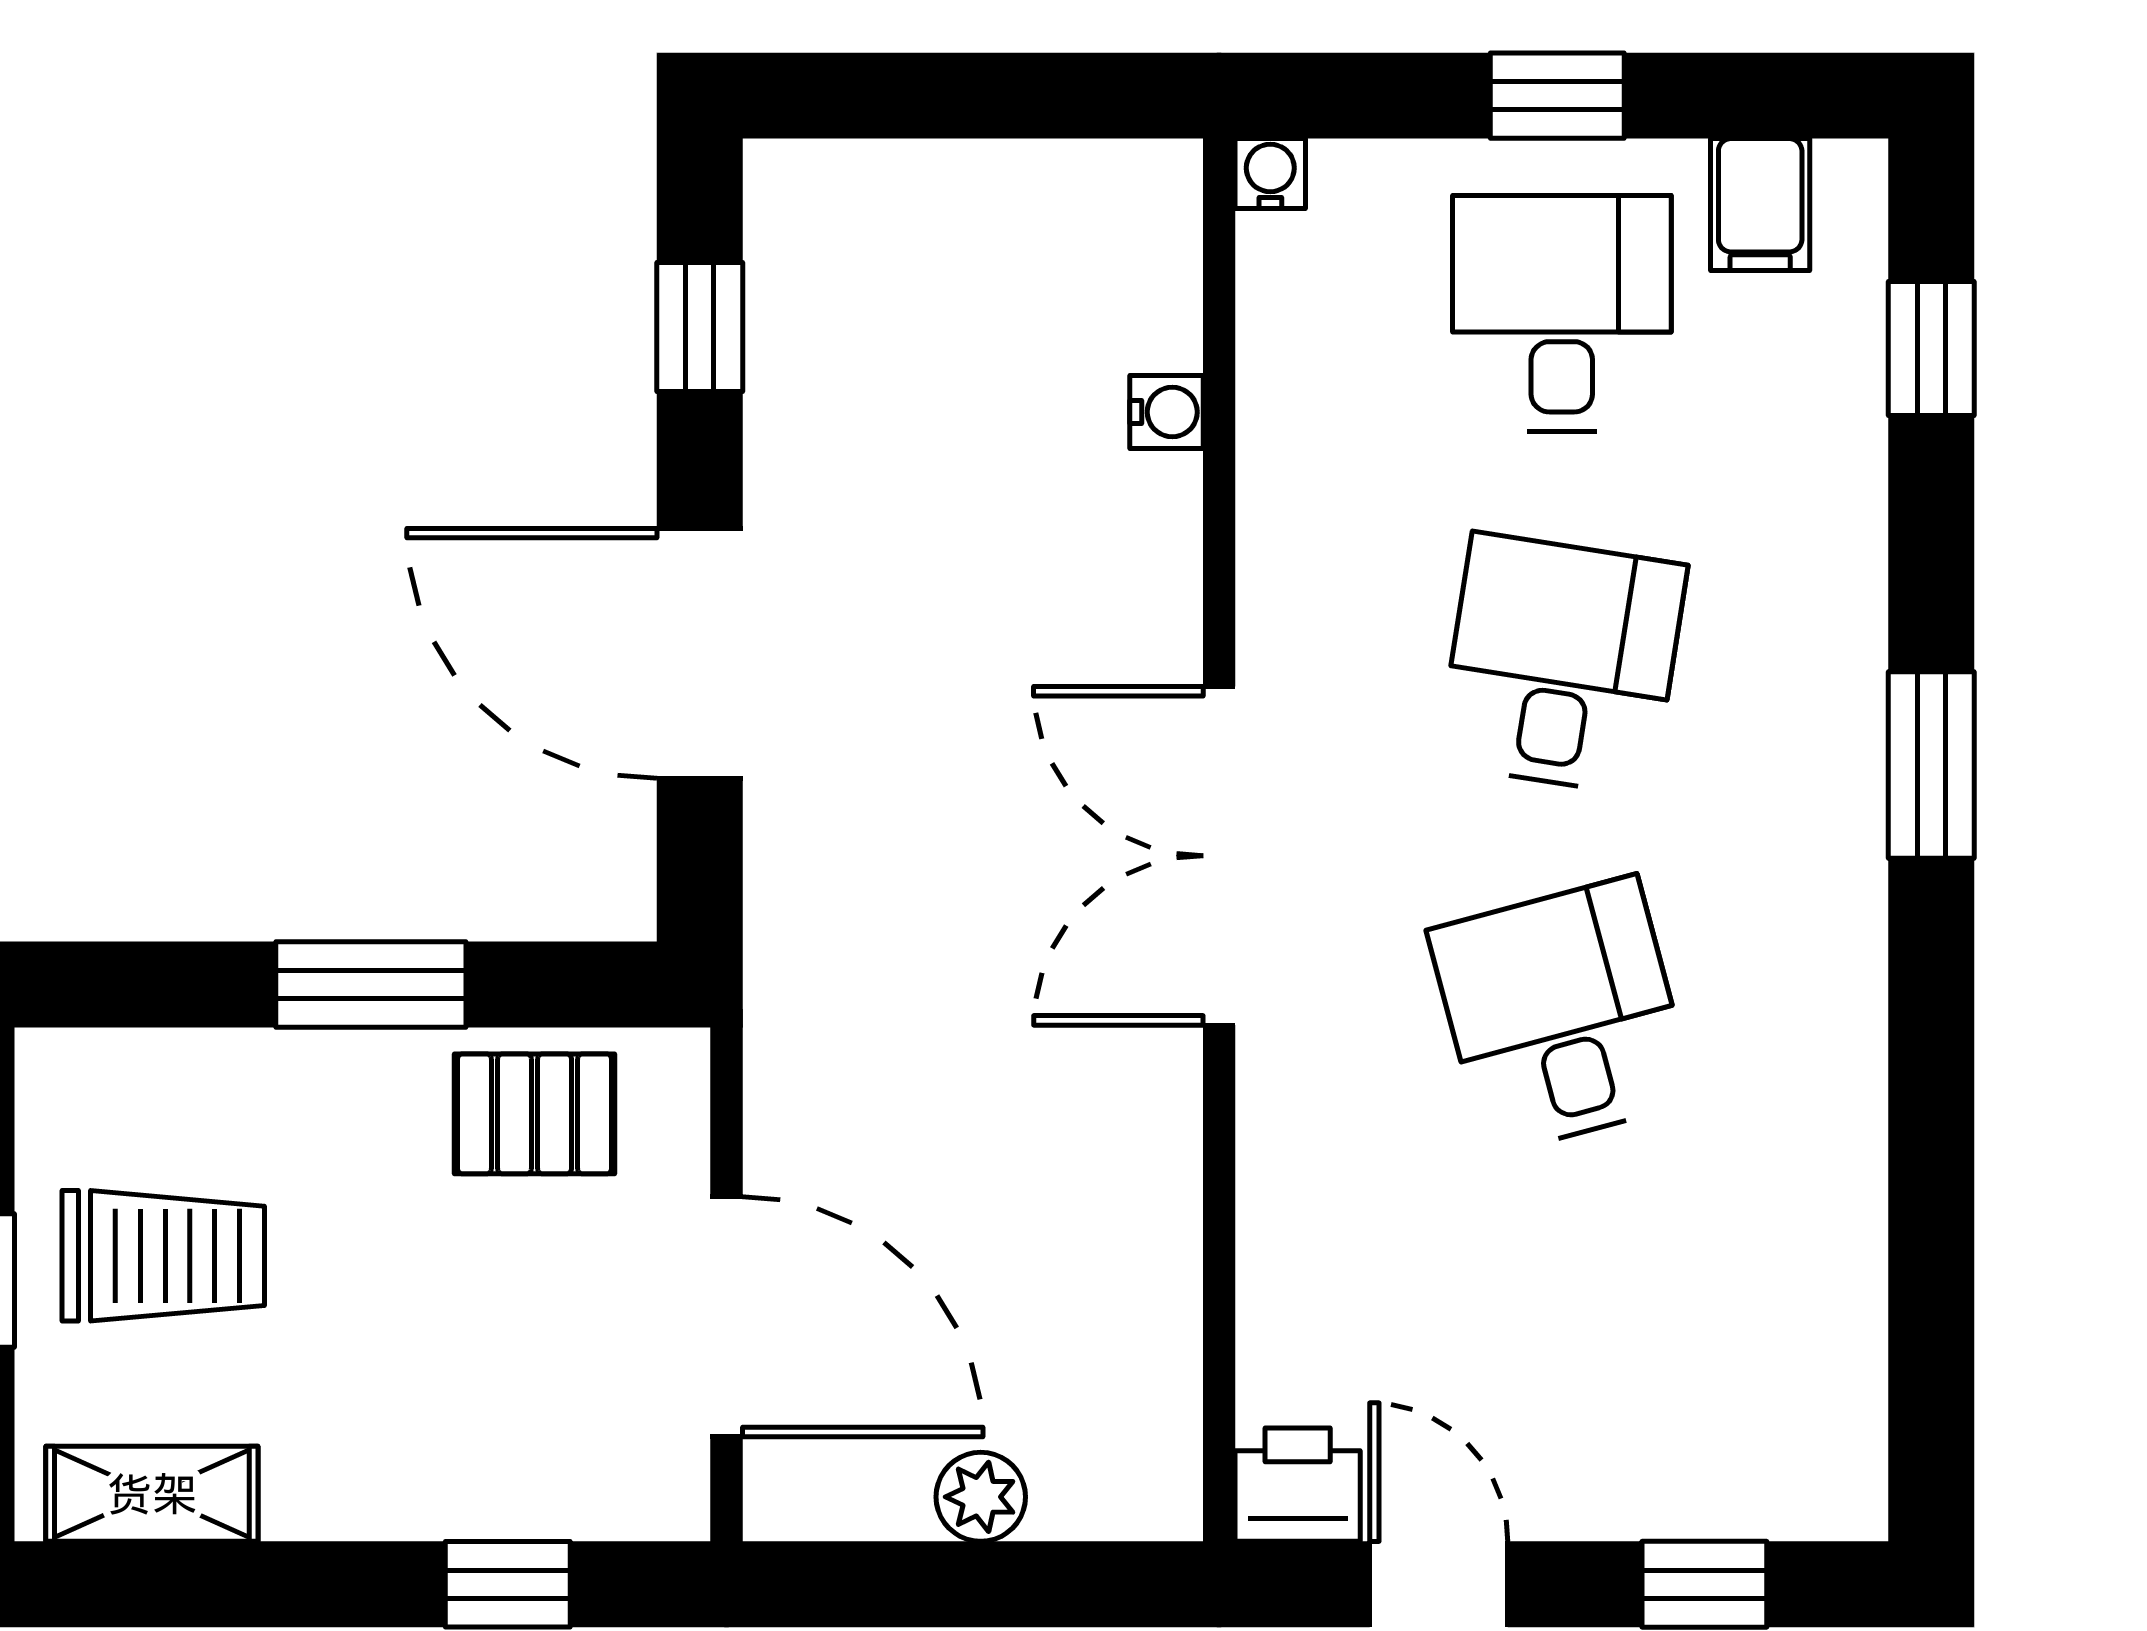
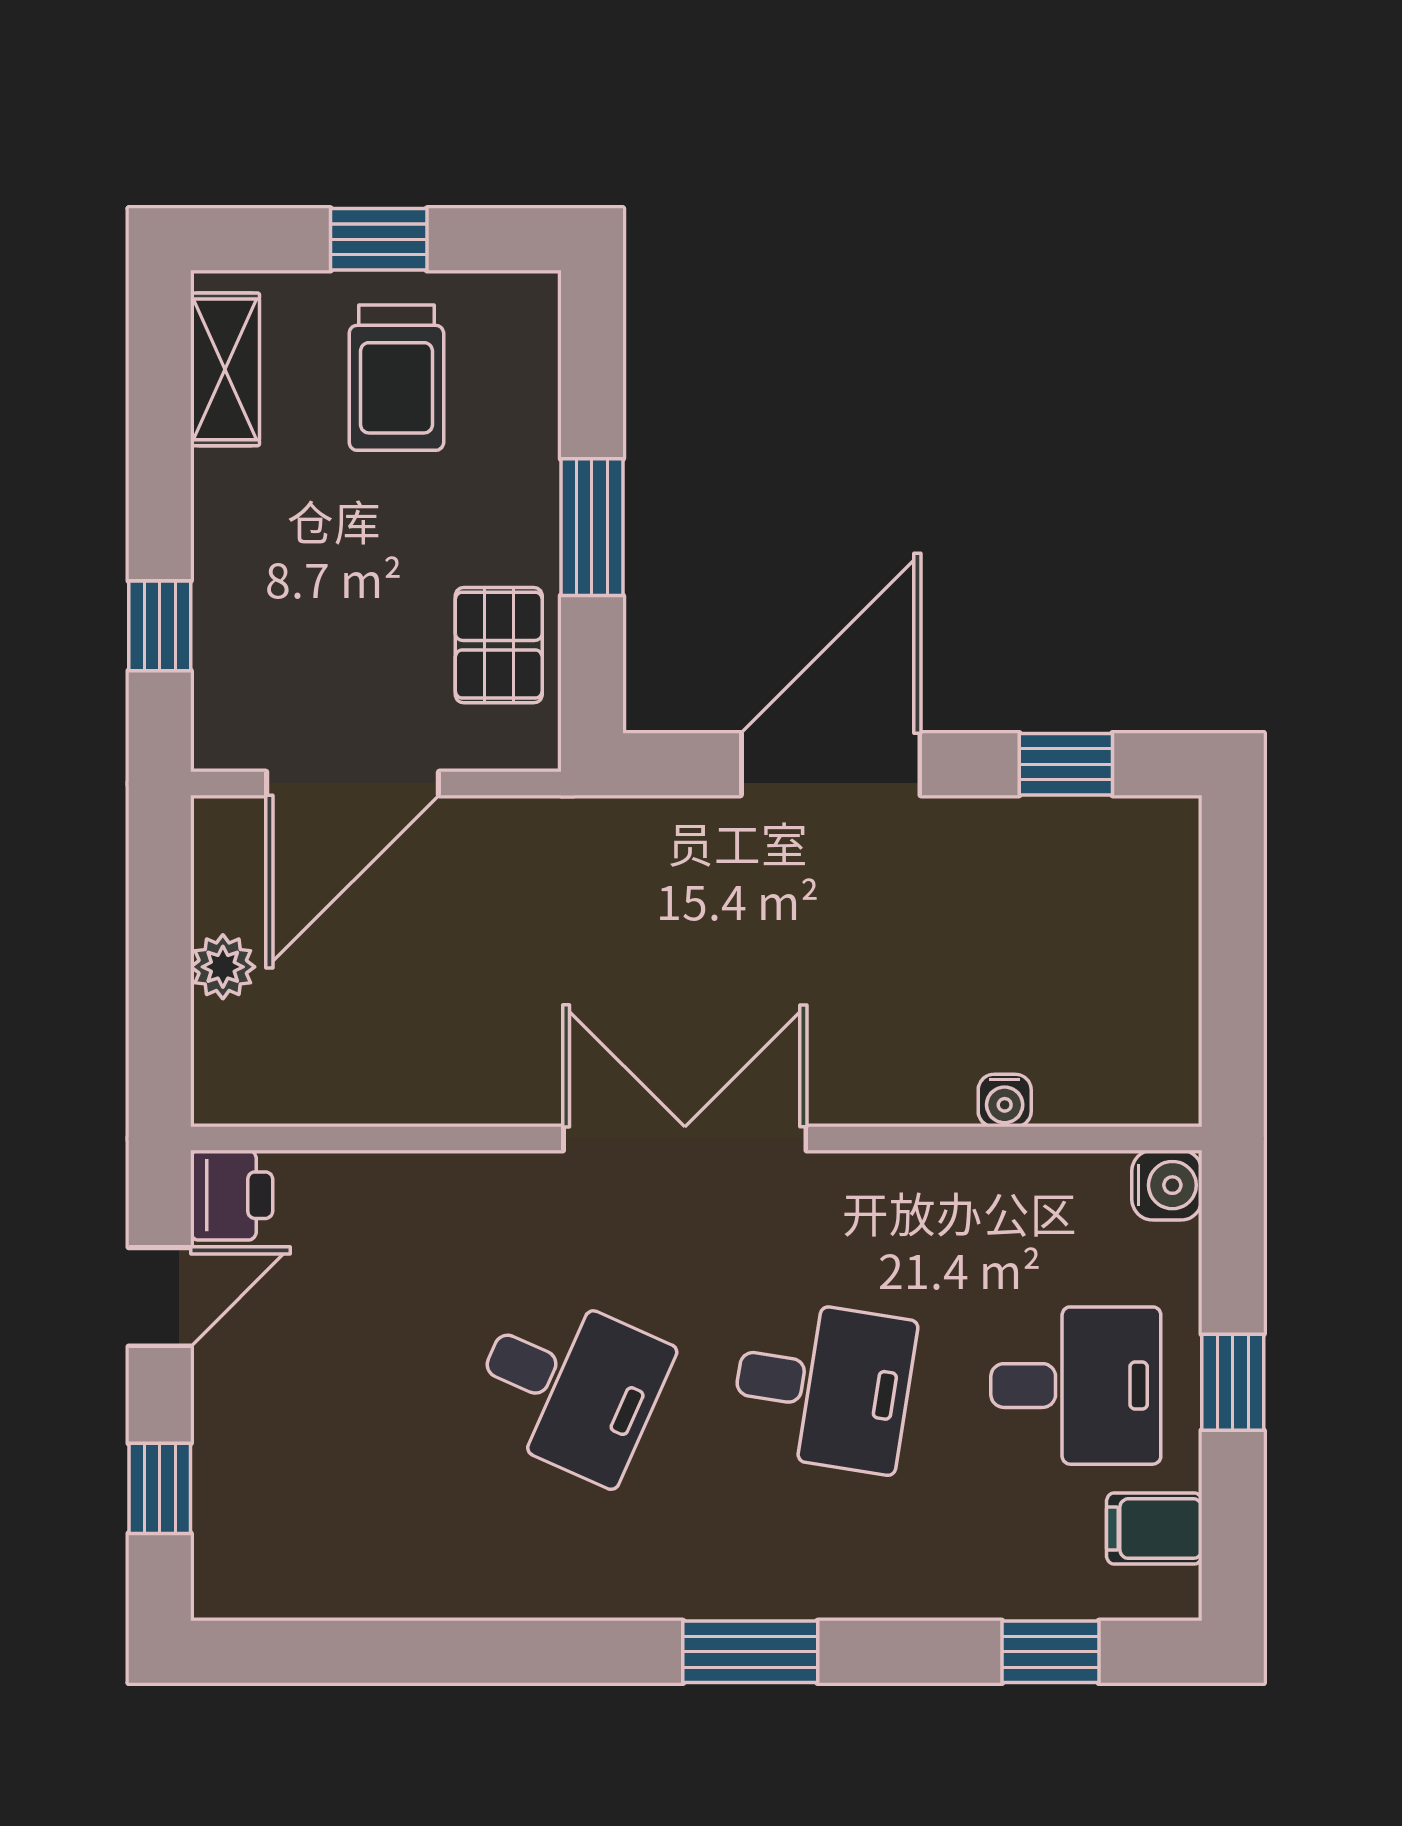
water cooler: (1270, 174) -> (1167, 1185), width x1.38, depth x1.38
desk: (1562, 1016) -> (570, 1386), turned 39

